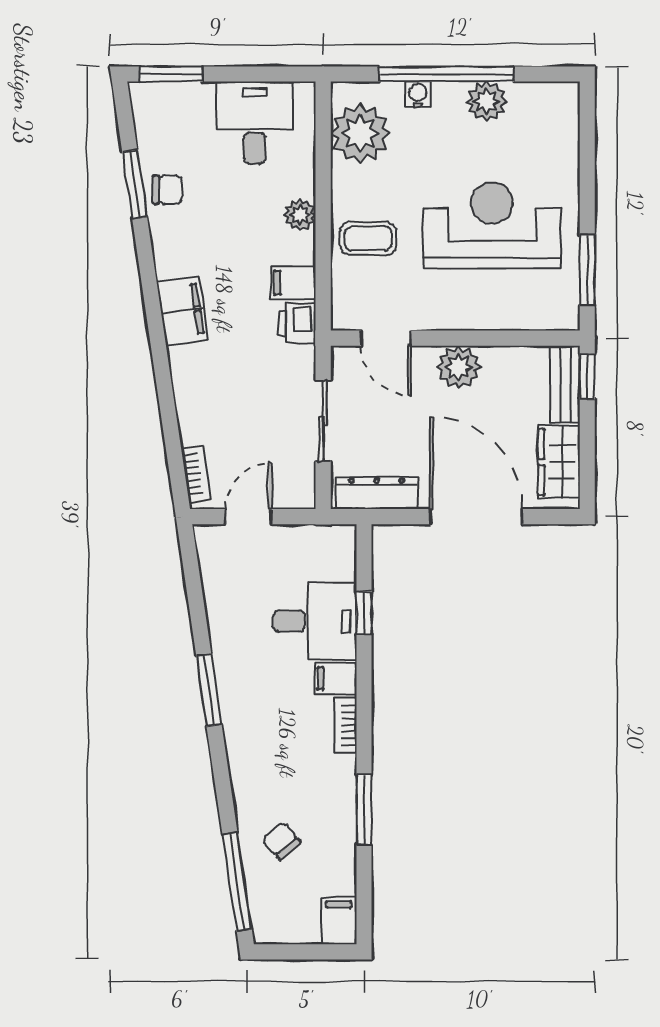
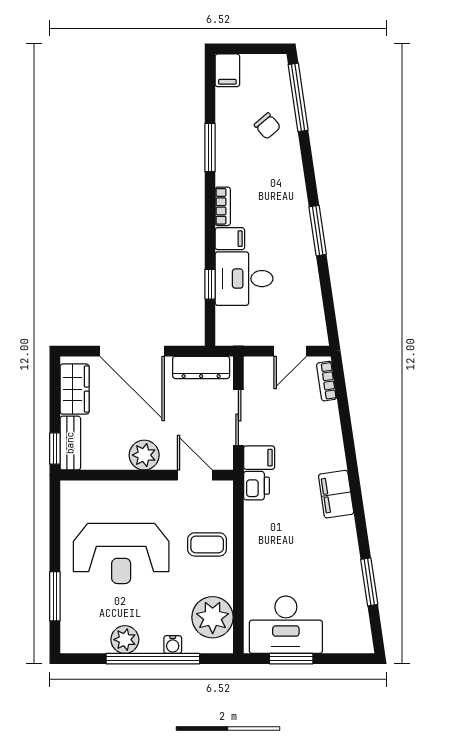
window: (171, 74) -> (291, 659), moved
desk: (255, 123) -> (286, 625), width x1.37
chair: (168, 190) -> (346, 578), removed
plant: (300, 215) -> (254, 561), removed
window: (587, 270) -> (55, 596), moved
filing cabinet: (293, 283) -> (259, 458), moved

